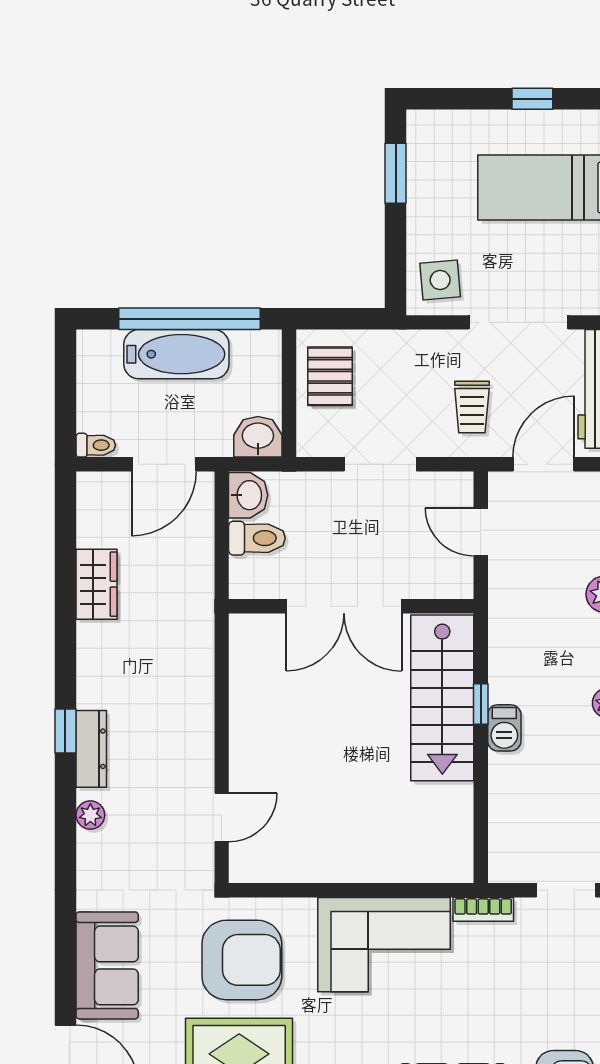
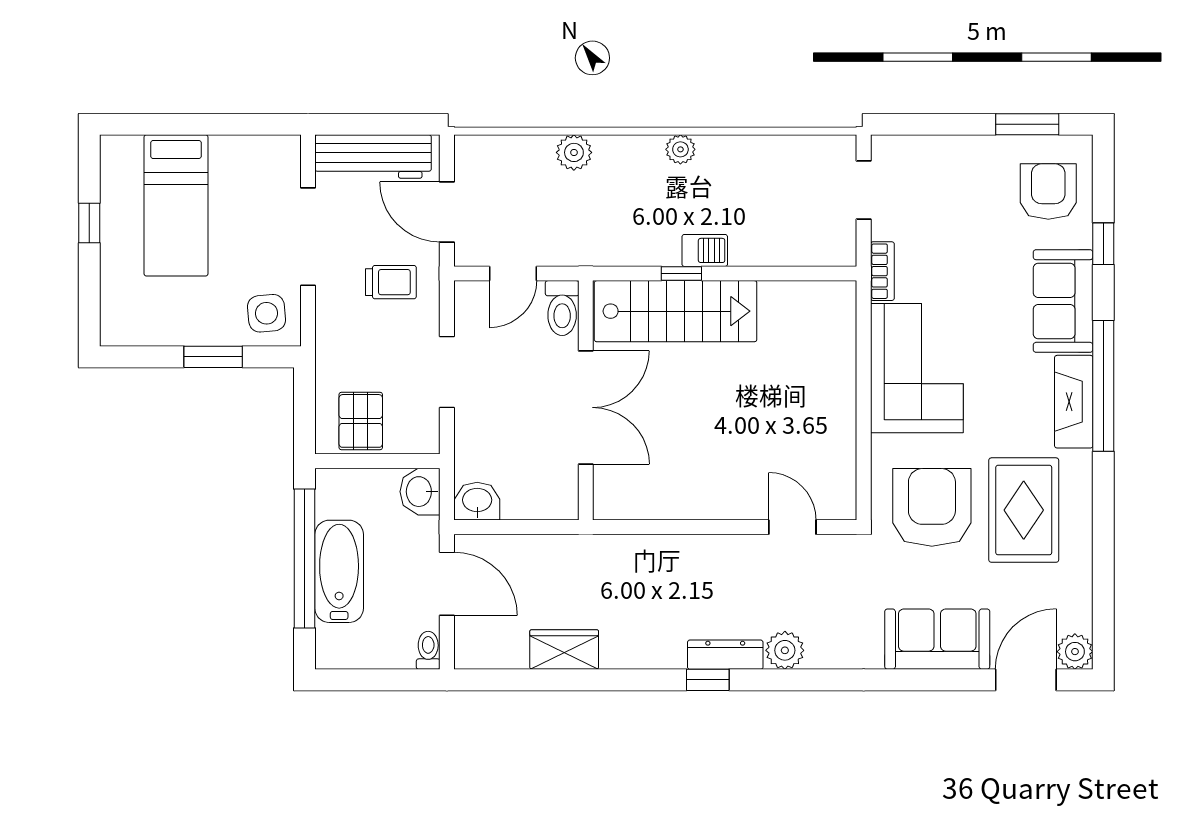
window: (396, 173) -> (213, 357), moved
pallet: (330, 376) -> (361, 421), turned 90
toilet: (257, 538) -> (562, 308), moved, turned 180
plant: (90, 815) -> (785, 650), width x1.38, depth x1.38

